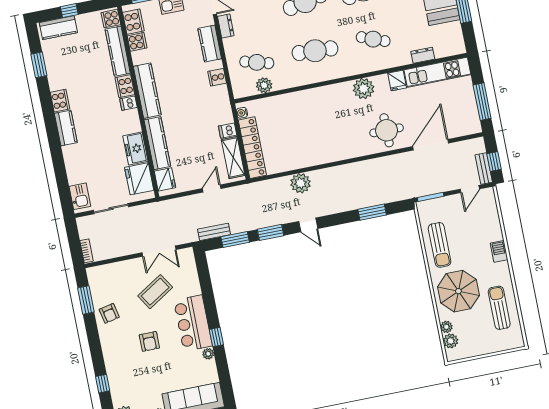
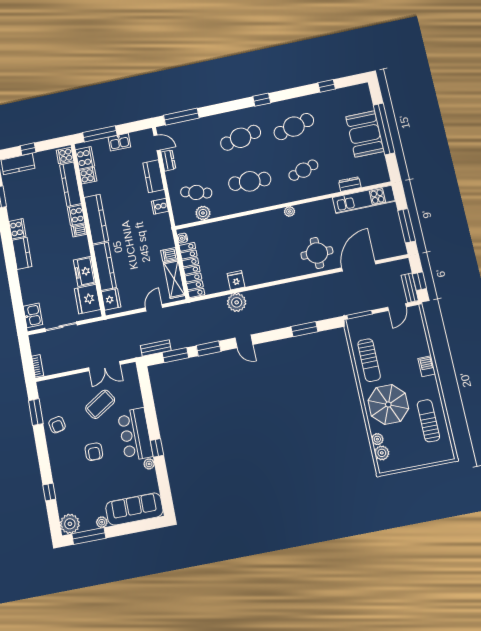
cafe table: (373, 39) -> (303, 170), turned -39
fridge: (397, 80) -> (236, 280), moved, turned 180
plant: (364, 89) -> (290, 211), width x0.53, depth x0.53

